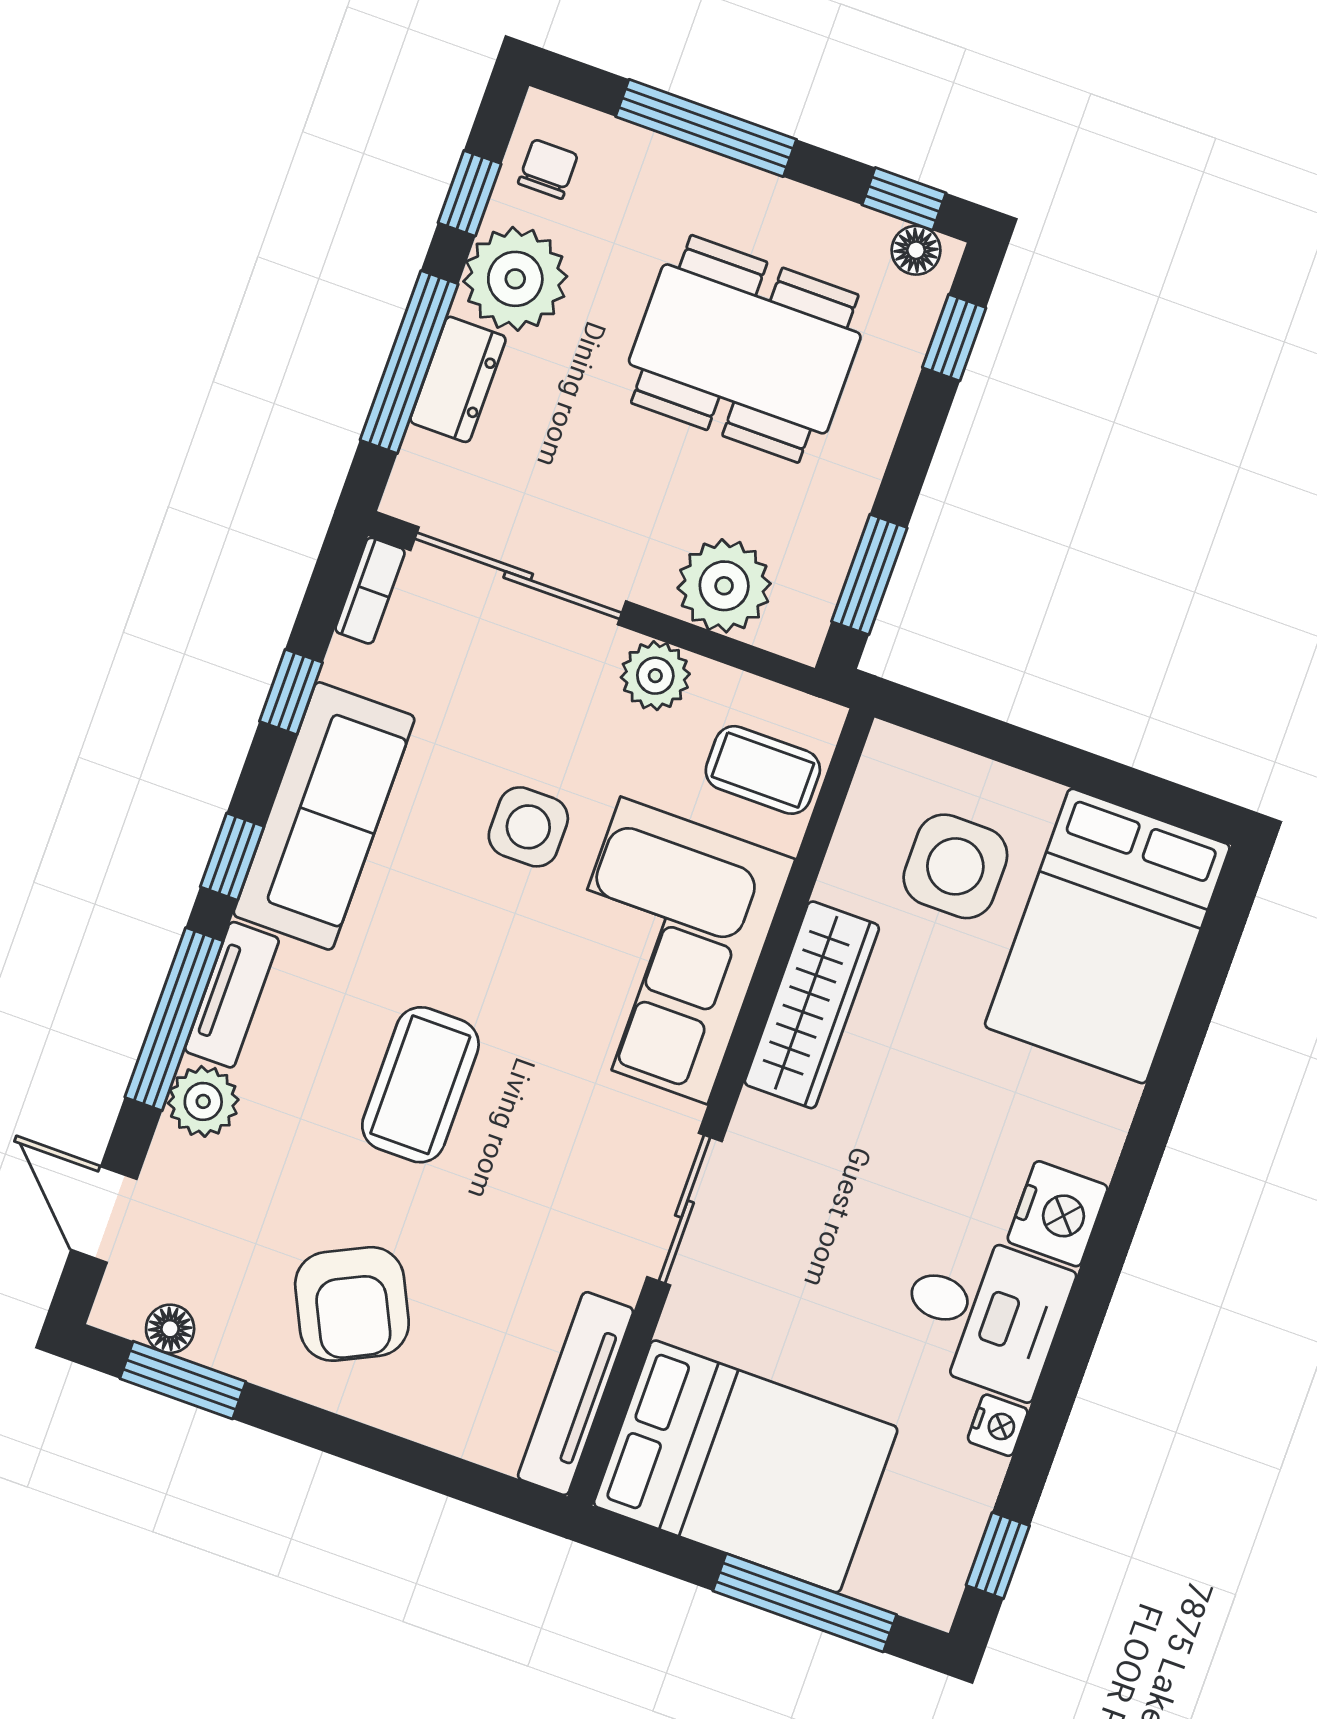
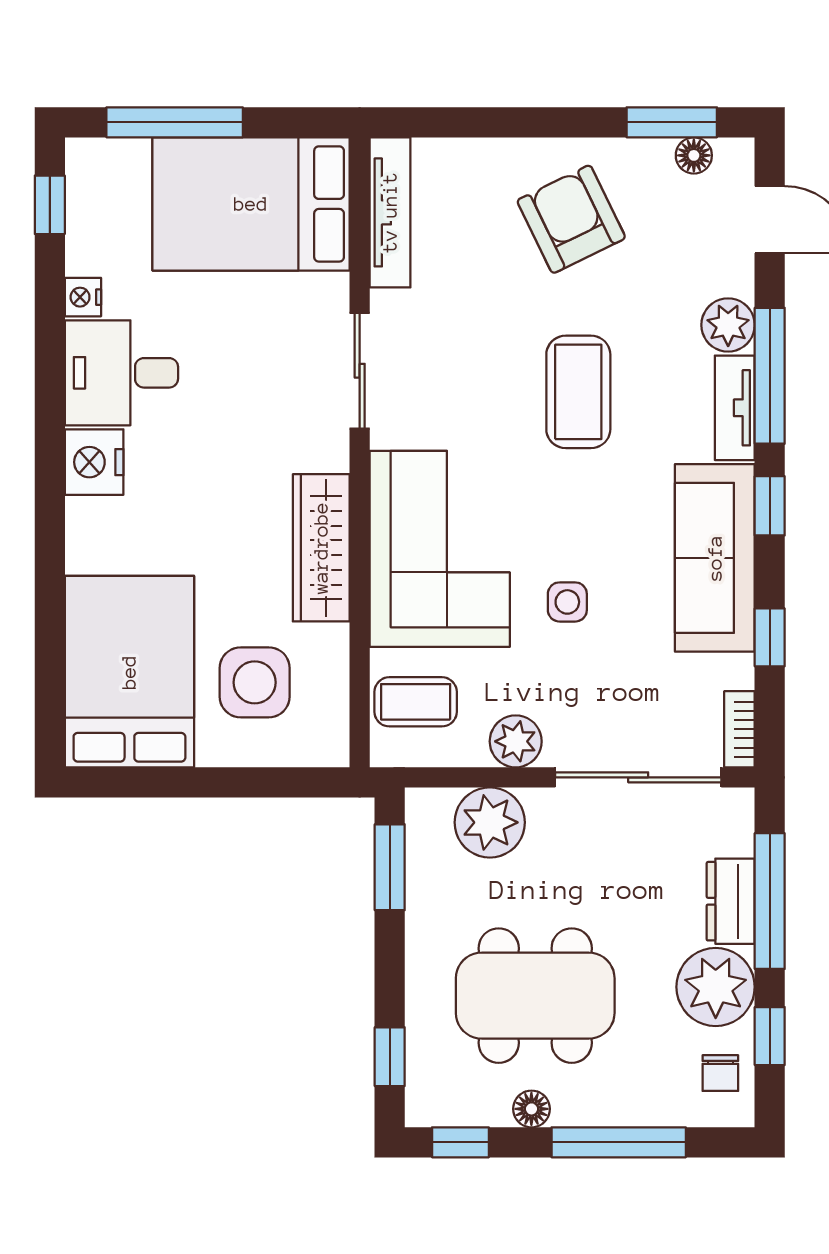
floor lamp: (916, 250) -> (531, 1109), moved
side table: (528, 827) -> (567, 602), width x0.73, depth x0.73

